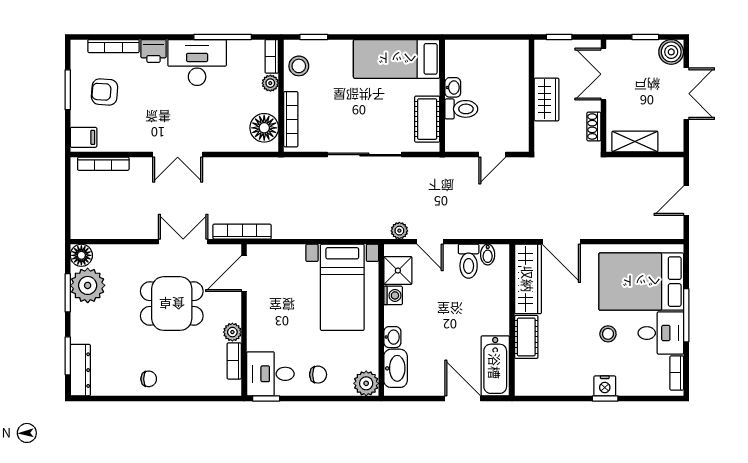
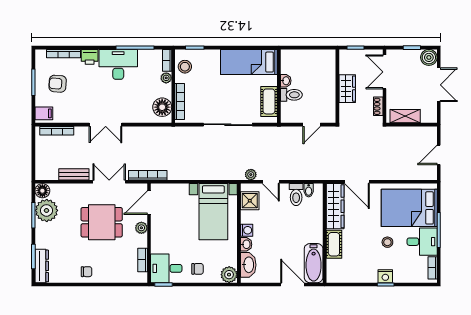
bench: (129, 230) -> (74, 174), added
washing machine: (393, 295) -> (247, 230), moved
plant: (232, 332) -> (141, 228), moved

